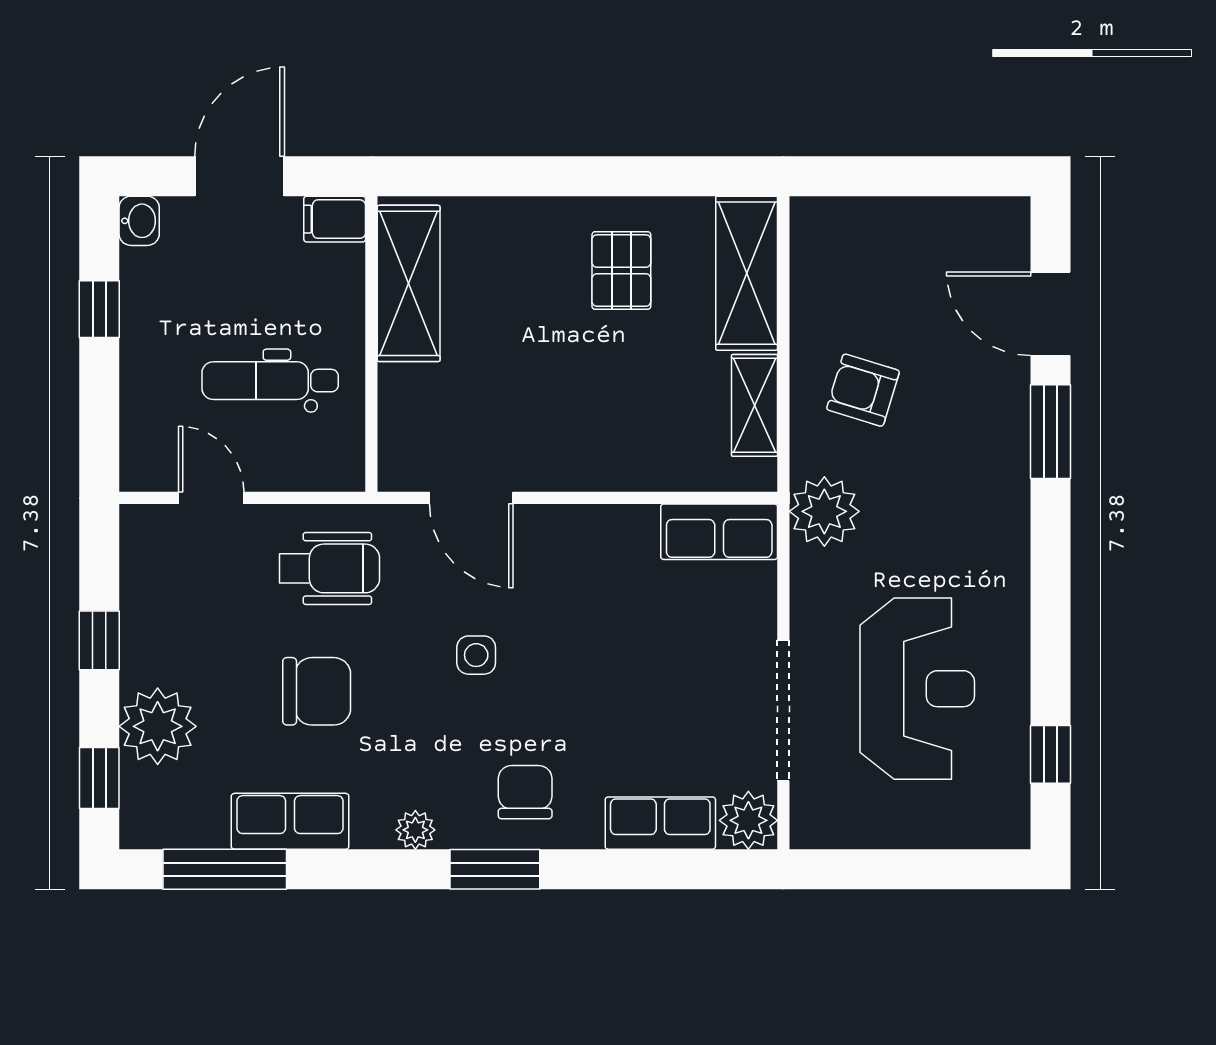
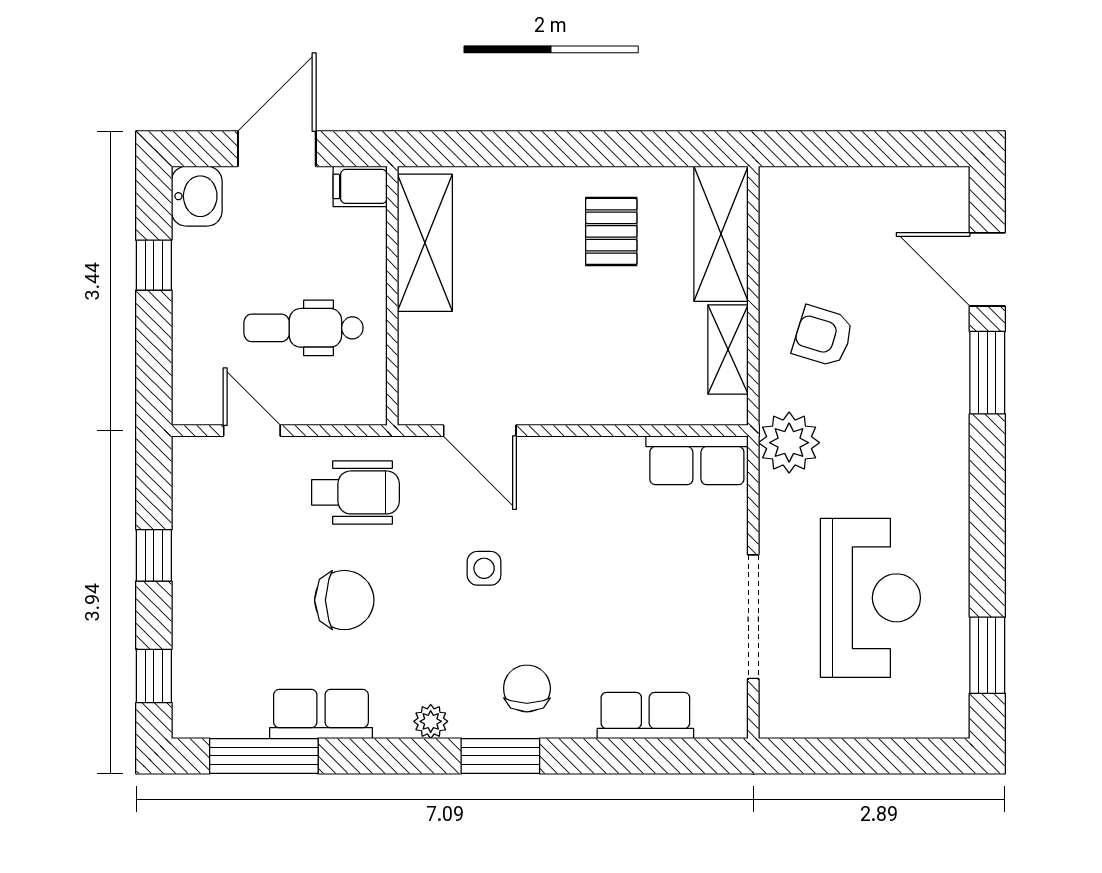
washbasin: (139, 221) -> (197, 196), width x1.38, depth x1.45
plant: (158, 726) -> (205, 631), removed
window: (1051, 754) -> (987, 655), width x1.50
plant: (748, 820) -> (723, 713), removed

